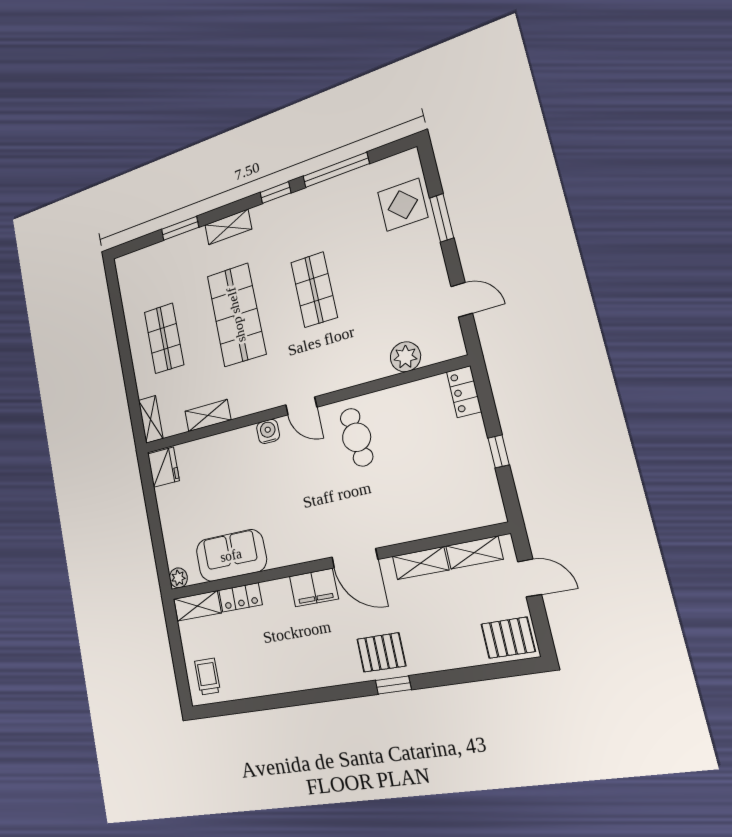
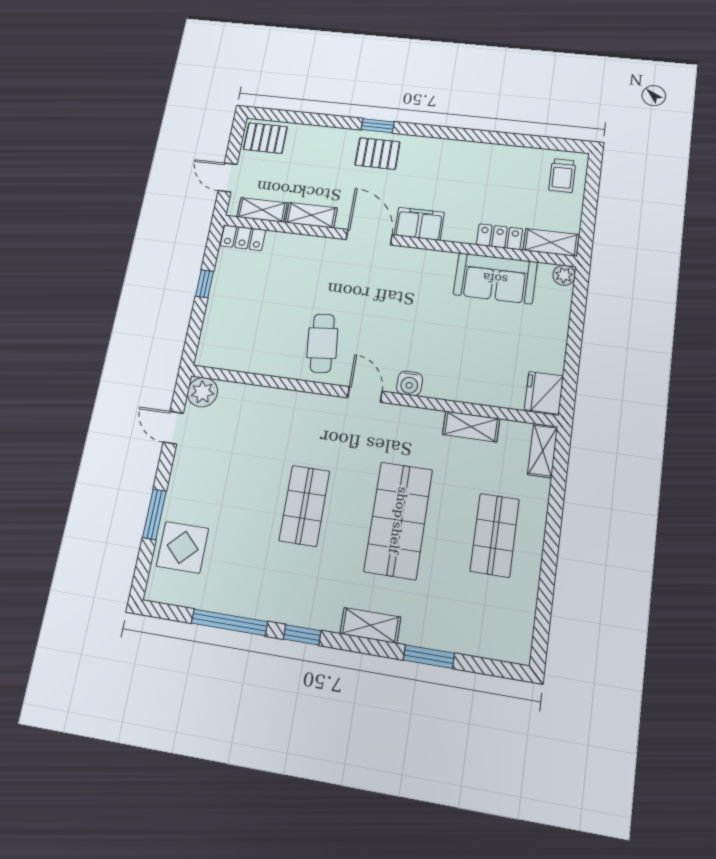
plant: (405, 357) -> (202, 392), moved
locker: (464, 392) -> (243, 238), moved, turned 90

